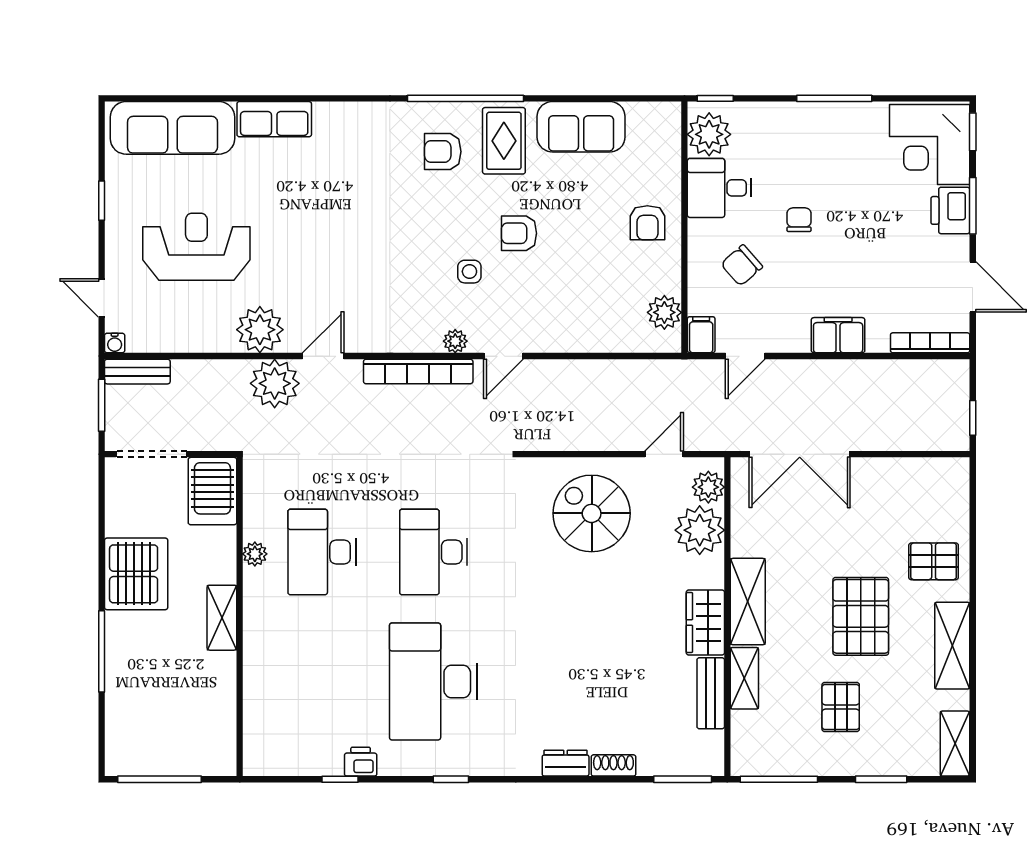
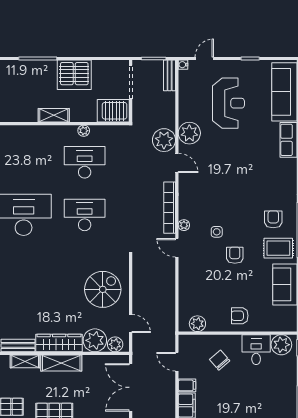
chair: (799, 220) -> (241, 387), removed
filing cabinet: (701, 335) -> (187, 385), moved
wardrobe: (705, 622) -> (59, 343), width x1.50

